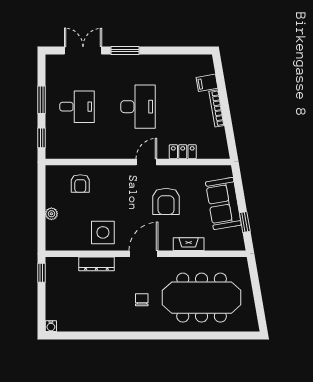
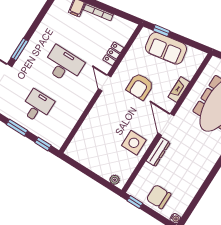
armchair: (80, 183) -> (91, 137), removed
armchair: (166, 201) -> (140, 86), turned 90
plant: (51, 214) -> (115, 180), moved
window: (245, 222) -> (161, 31), moved
dresser: (96, 264) -> (158, 152), moved
chair: (142, 300) -> (159, 197), moved, width x1.87, depth x1.87

